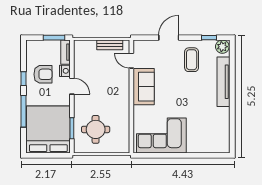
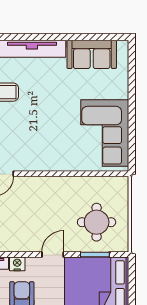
door: (72, 86) -> (53, 254), moved
sofa: (144, 87) -> (92, 54), moved, turned 180

